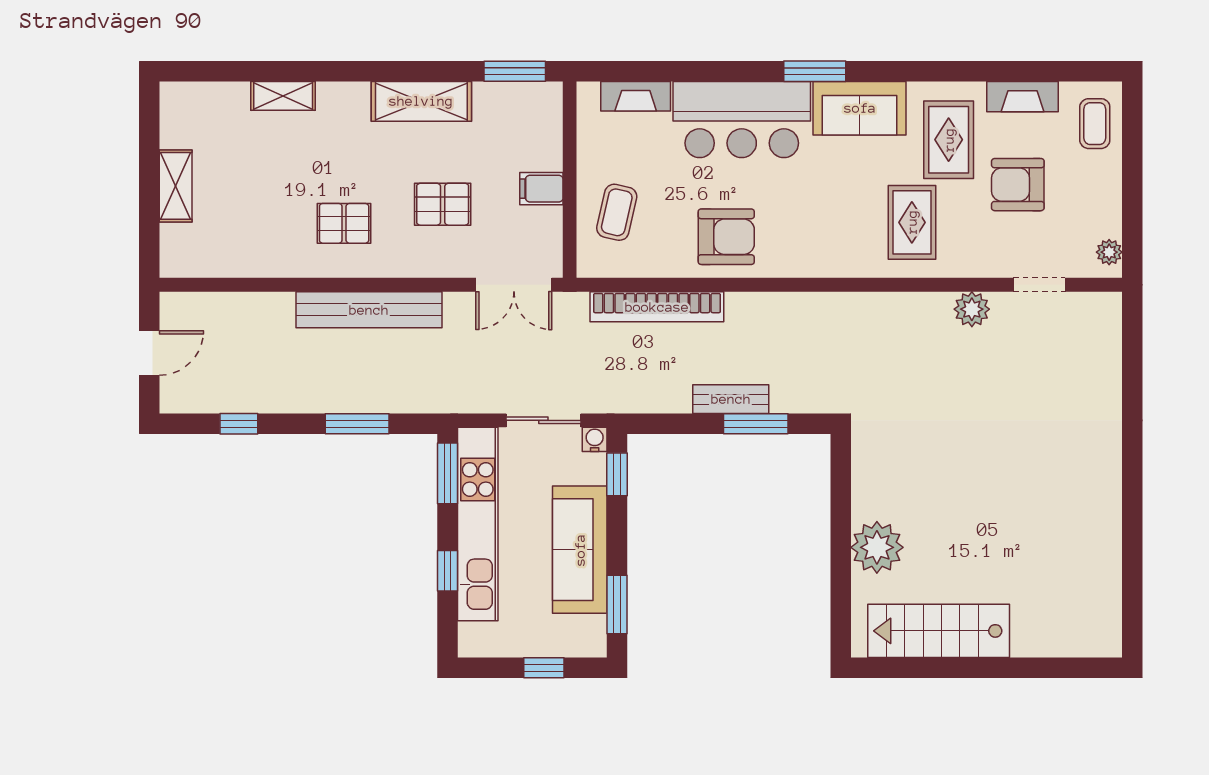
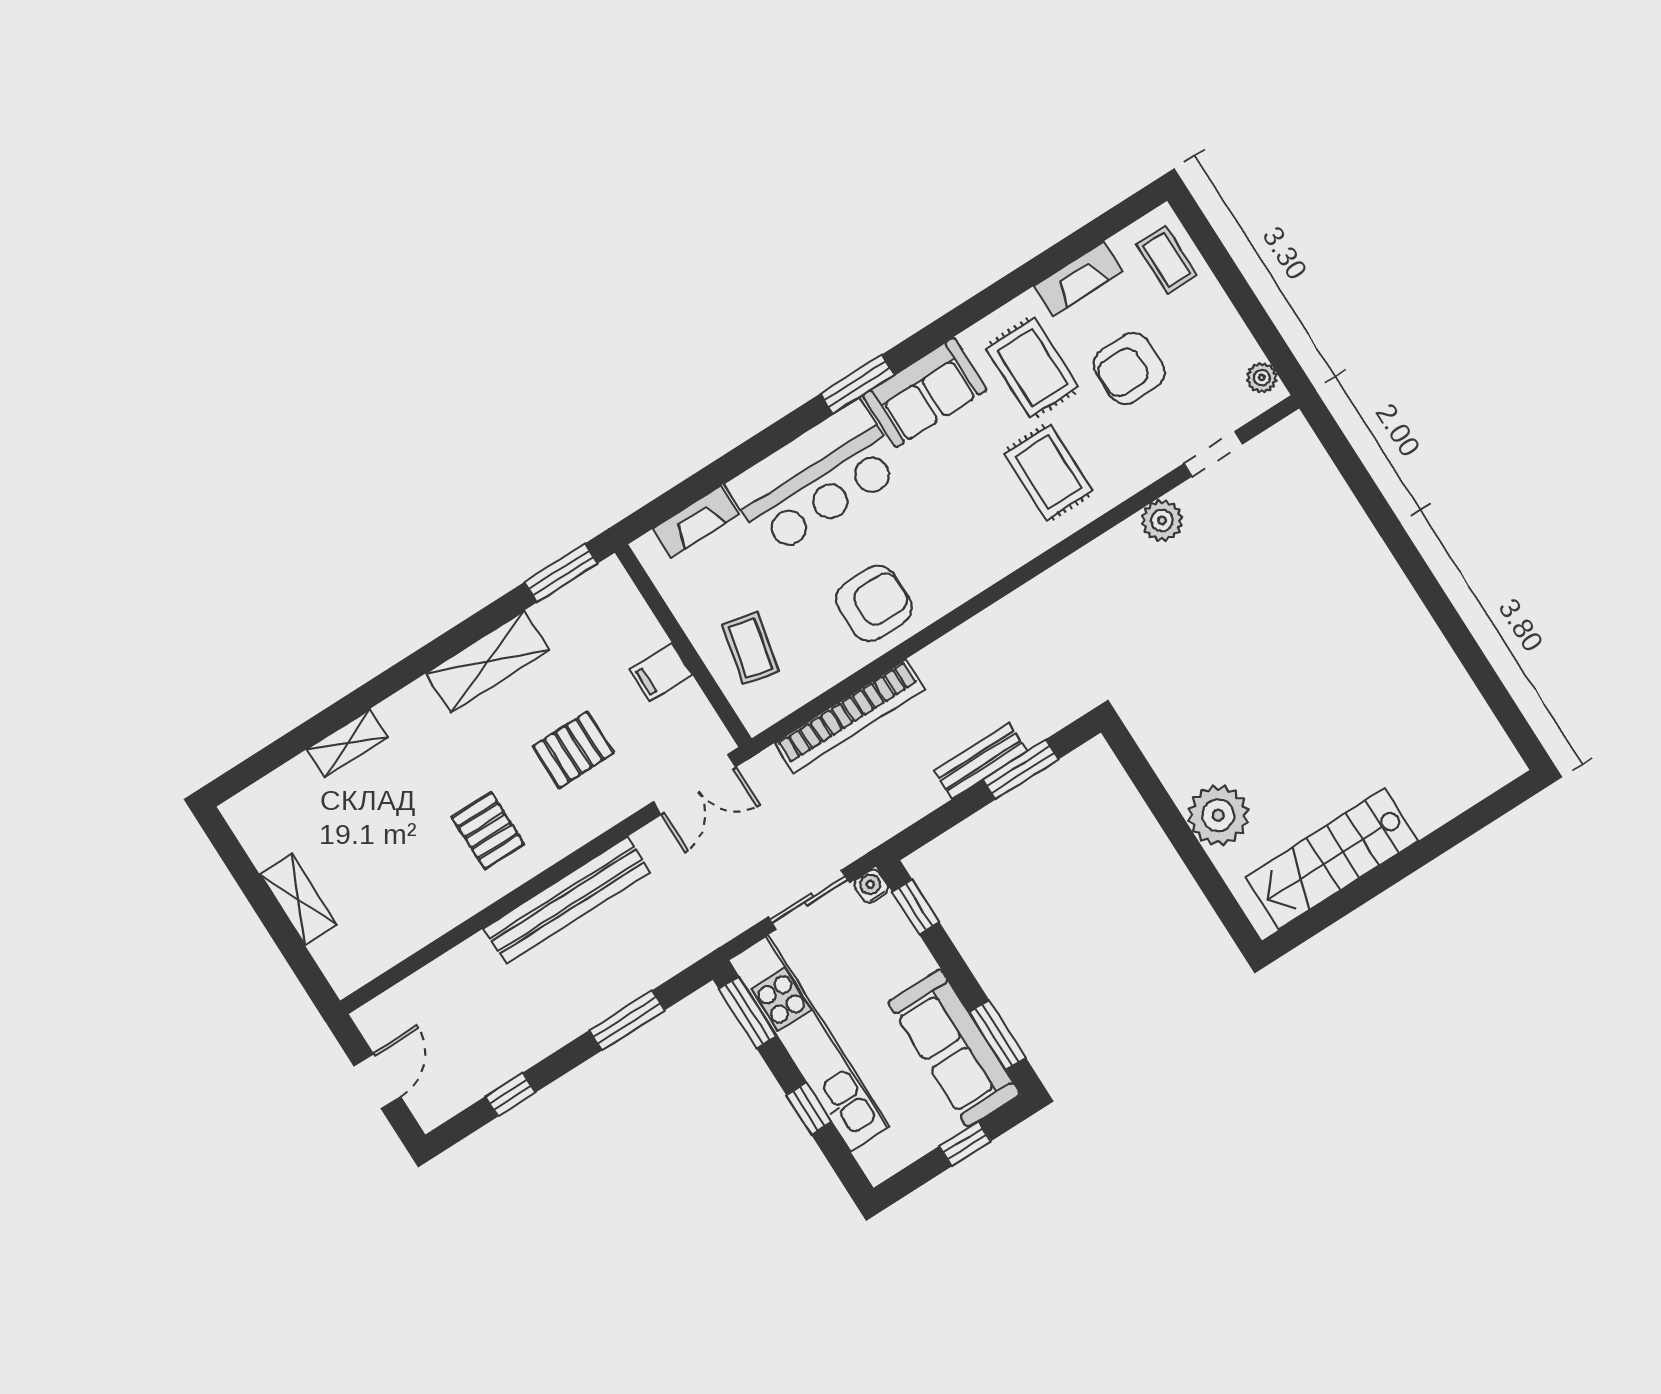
pallet: (344, 223) -> (488, 831), turned 90
sofa: (580, 550) -> (954, 1048), moved

